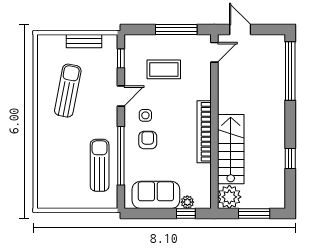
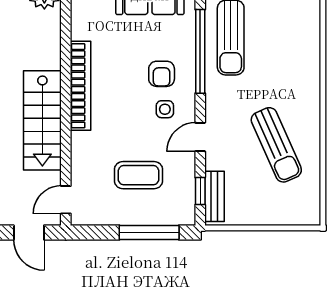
window: (176, 30) -> (149, 232), moved
bench: (84, 41) -> (214, 196), moved, turned 90
sun lounger: (68, 91) -> (276, 145), turned -35
stairs: (231, 149) -> (42, 120), moved

